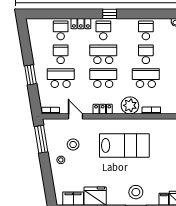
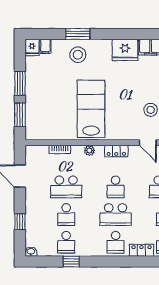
window: (110, 14) -> (71, 262), moved
school desk: (103, 78) -> (116, 187), width x0.54
plant: (130, 105) -> (89, 151), width x0.53, depth x0.53
lab bench: (124, 145) -> (91, 109), turned 90

